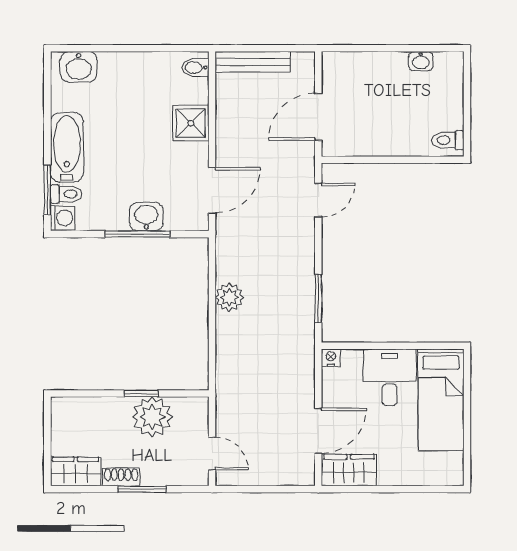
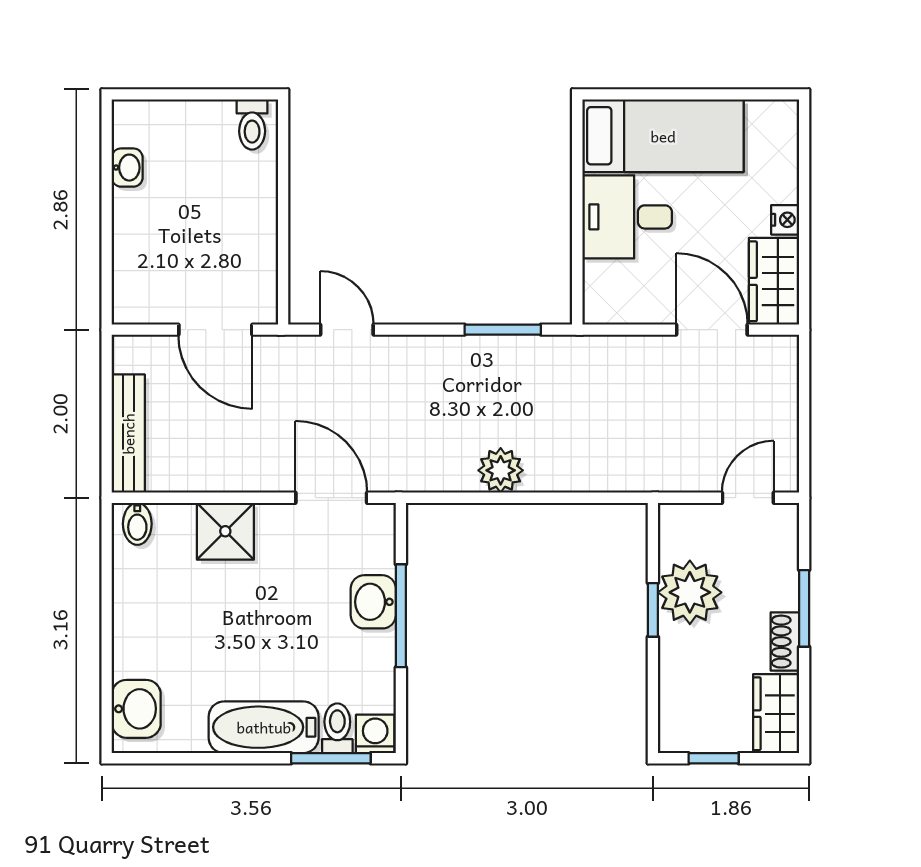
nightstand: (331, 358) -> (785, 220), moved, turned 180
window: (47, 432) -> (714, 758), added

